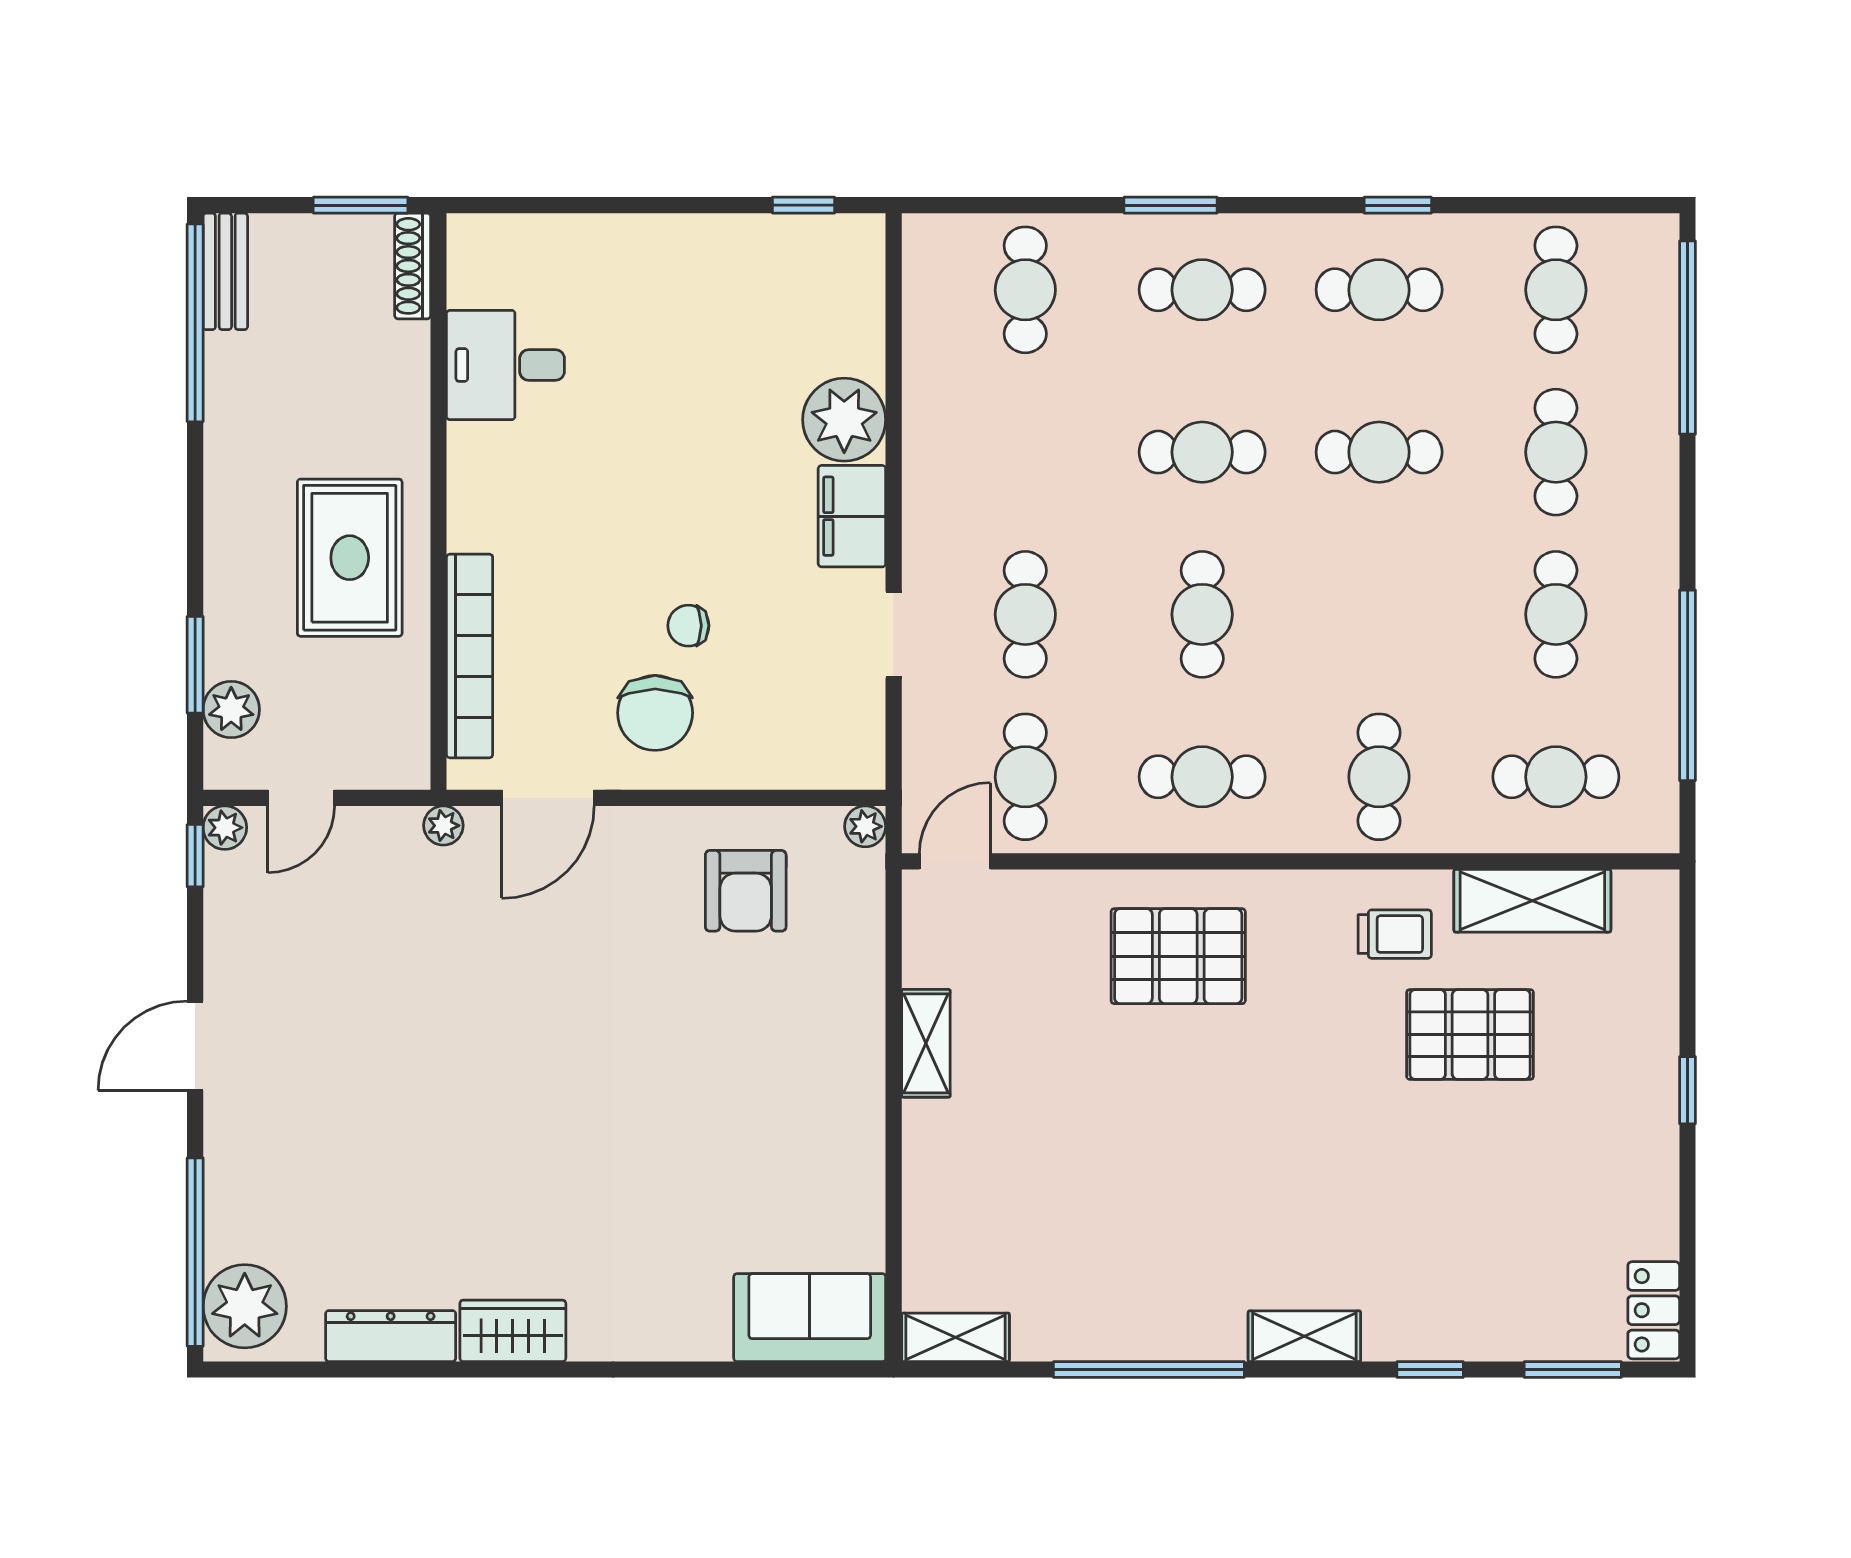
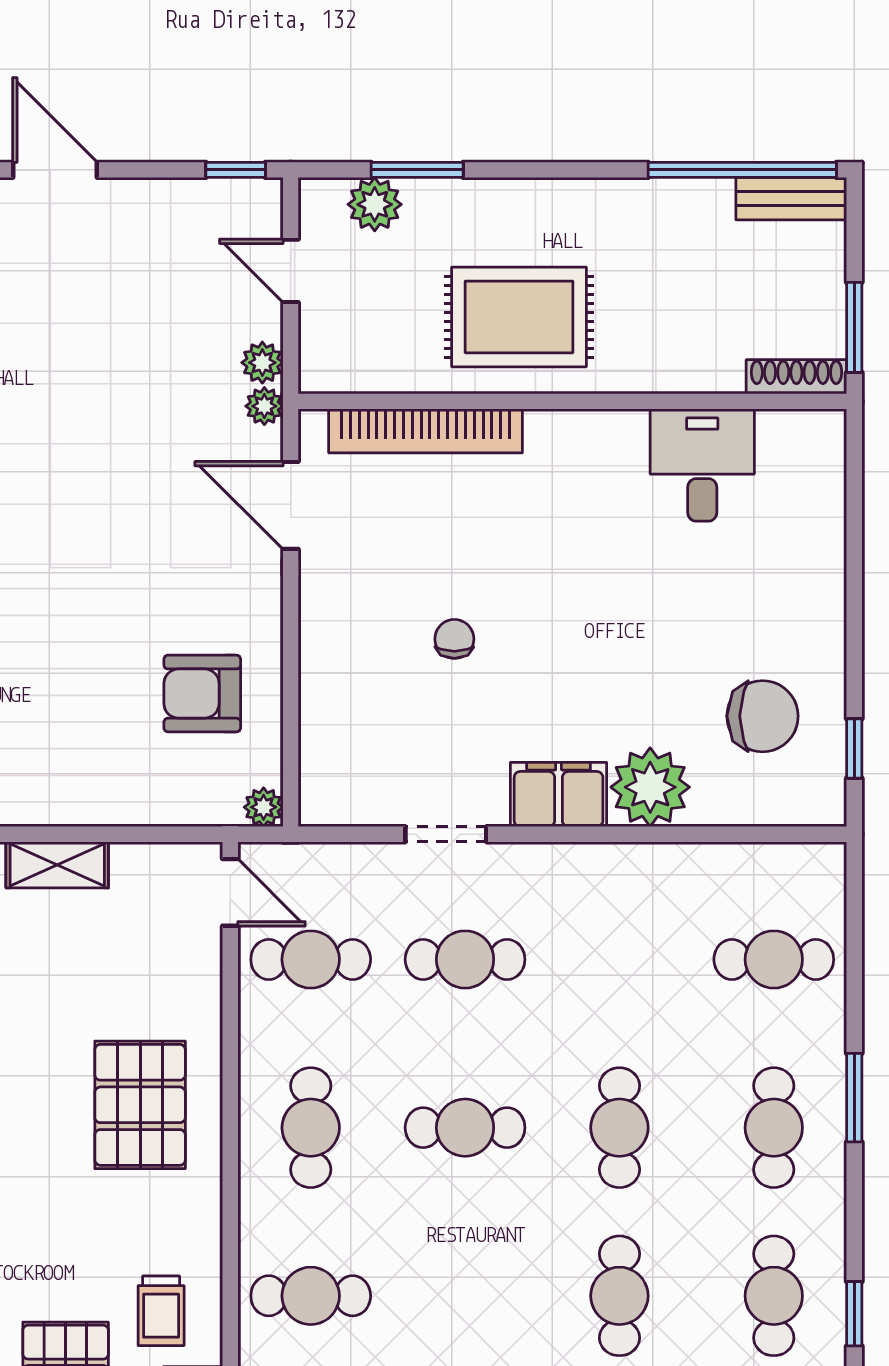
chair: (655, 713) -> (763, 716), moved, turned 180
plant: (225, 828) -> (262, 363), moved

